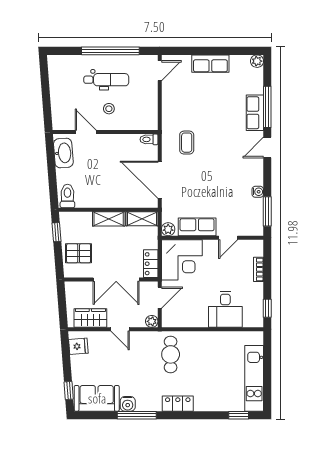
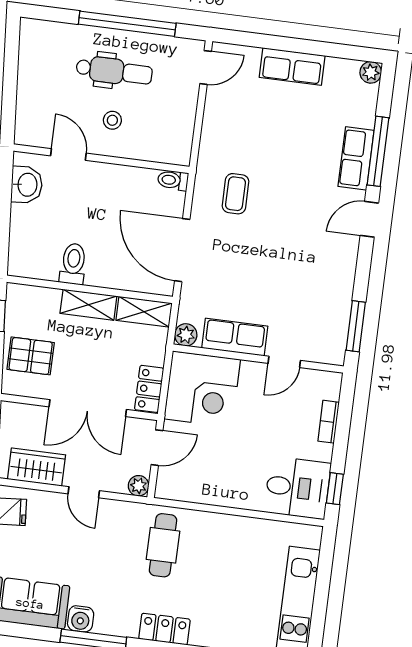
washbasin: (63, 153) -> (27, 185), width x0.72
water cooler: (258, 192) -> (344, 291), removed
toilet: (67, 196) -> (73, 264), moved
desk: (225, 309) -> (297, 488), moved, turned -90

